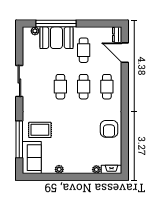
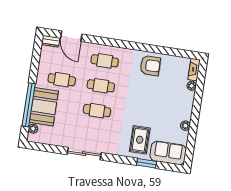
door: (125, 53) -> (71, 36), hinge flipped
window: (19, 139) -> (147, 163), width x0.47

